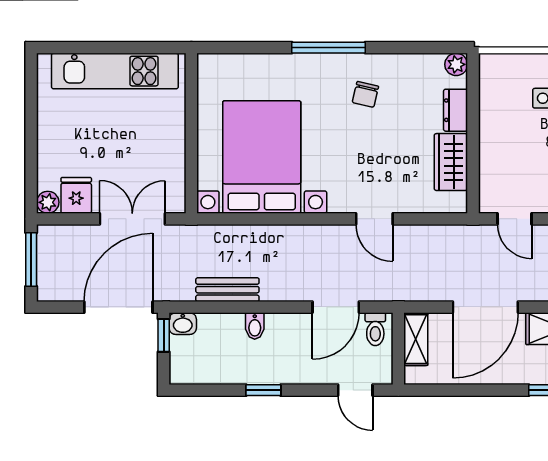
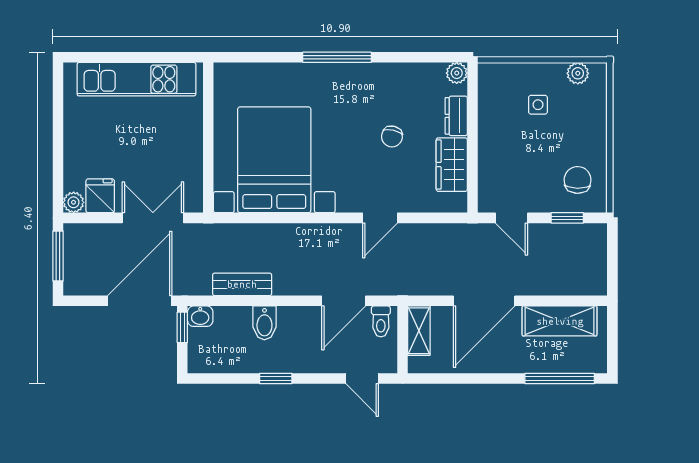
chair: (365, 94) -> (392, 137), moved
door: (374, 219) -> (380, 218), hinge flipped
bidet: (255, 326) -> (264, 323), width x1.38, depth x1.36

